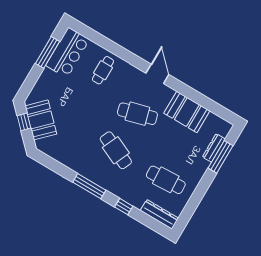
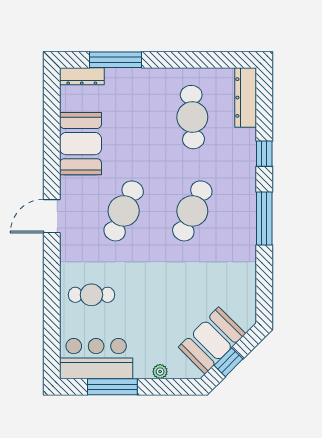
plant: (41, 83) -> (160, 372), added
cafe table: (137, 114) -> (124, 211), turned 39
dresser: (214, 148) -> (82, 76), moved

